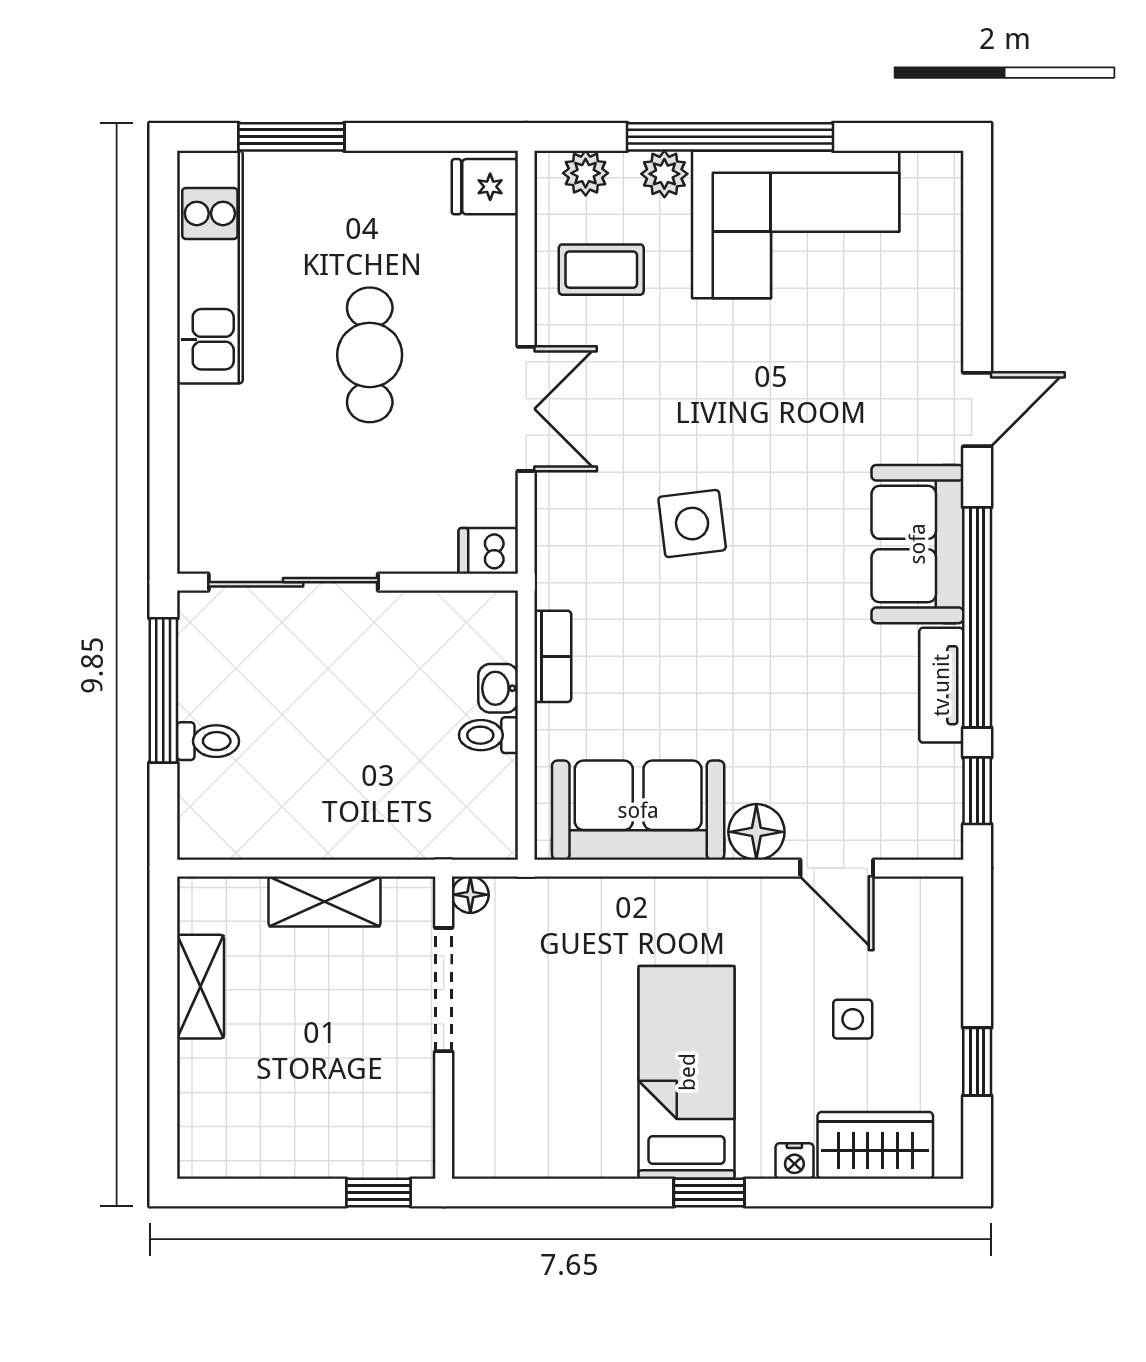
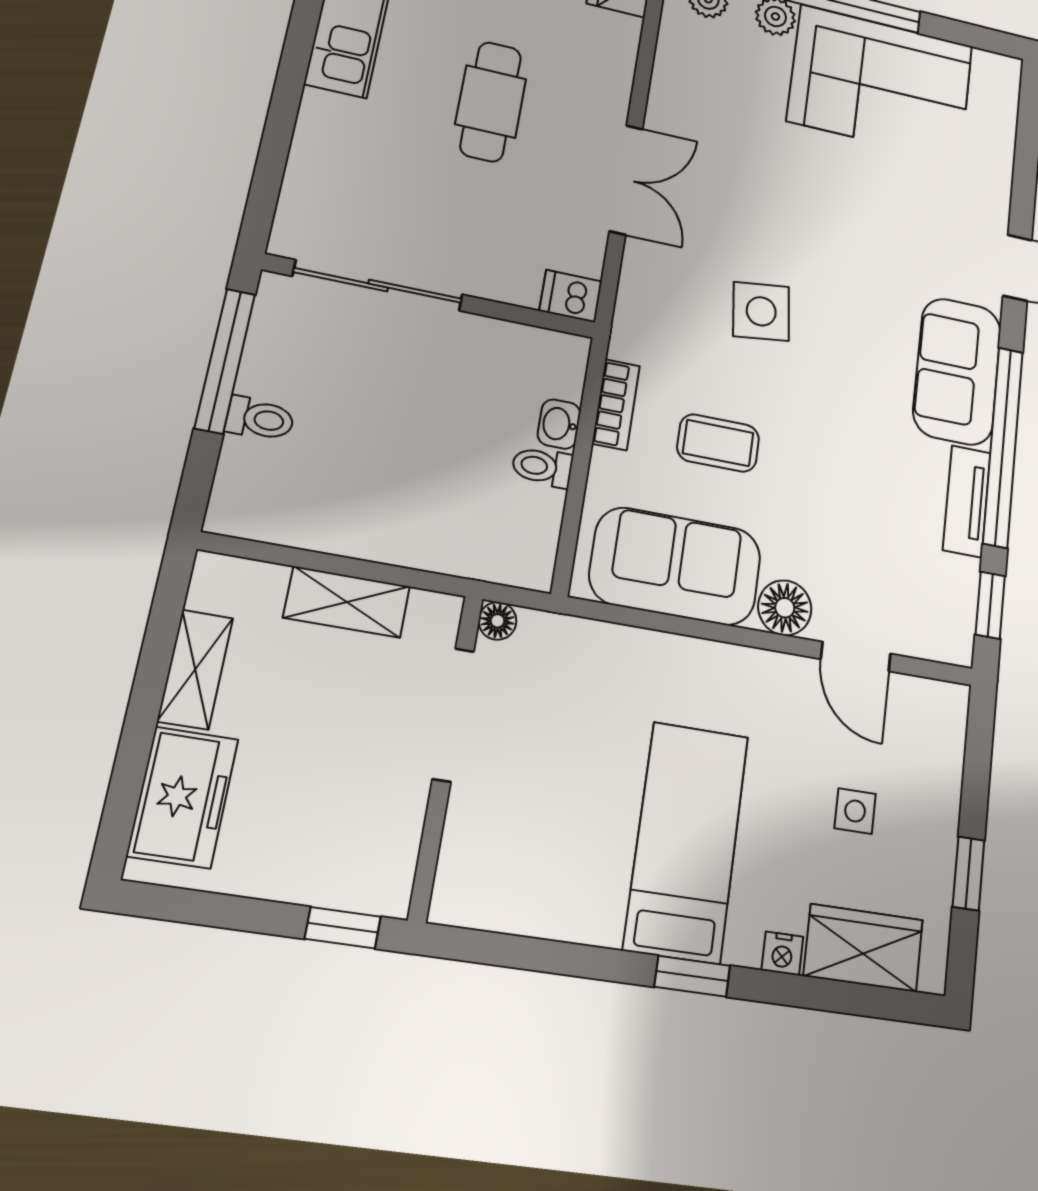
coffee table: (601, 270) -> (718, 443), moved
freezer: (215, 1101) -> (183, 797), added

